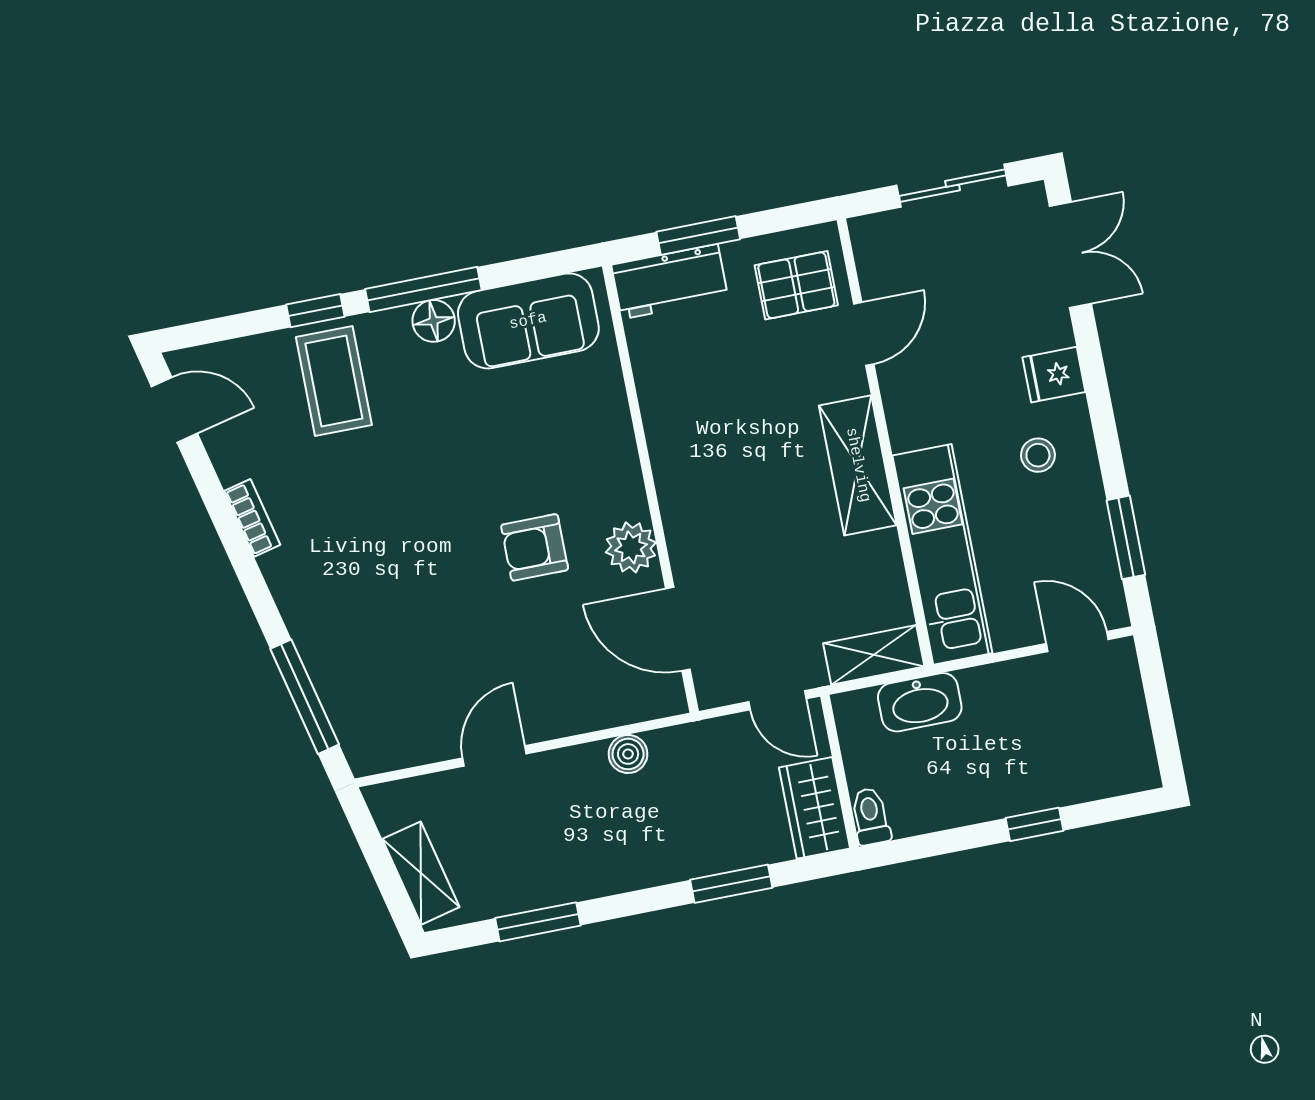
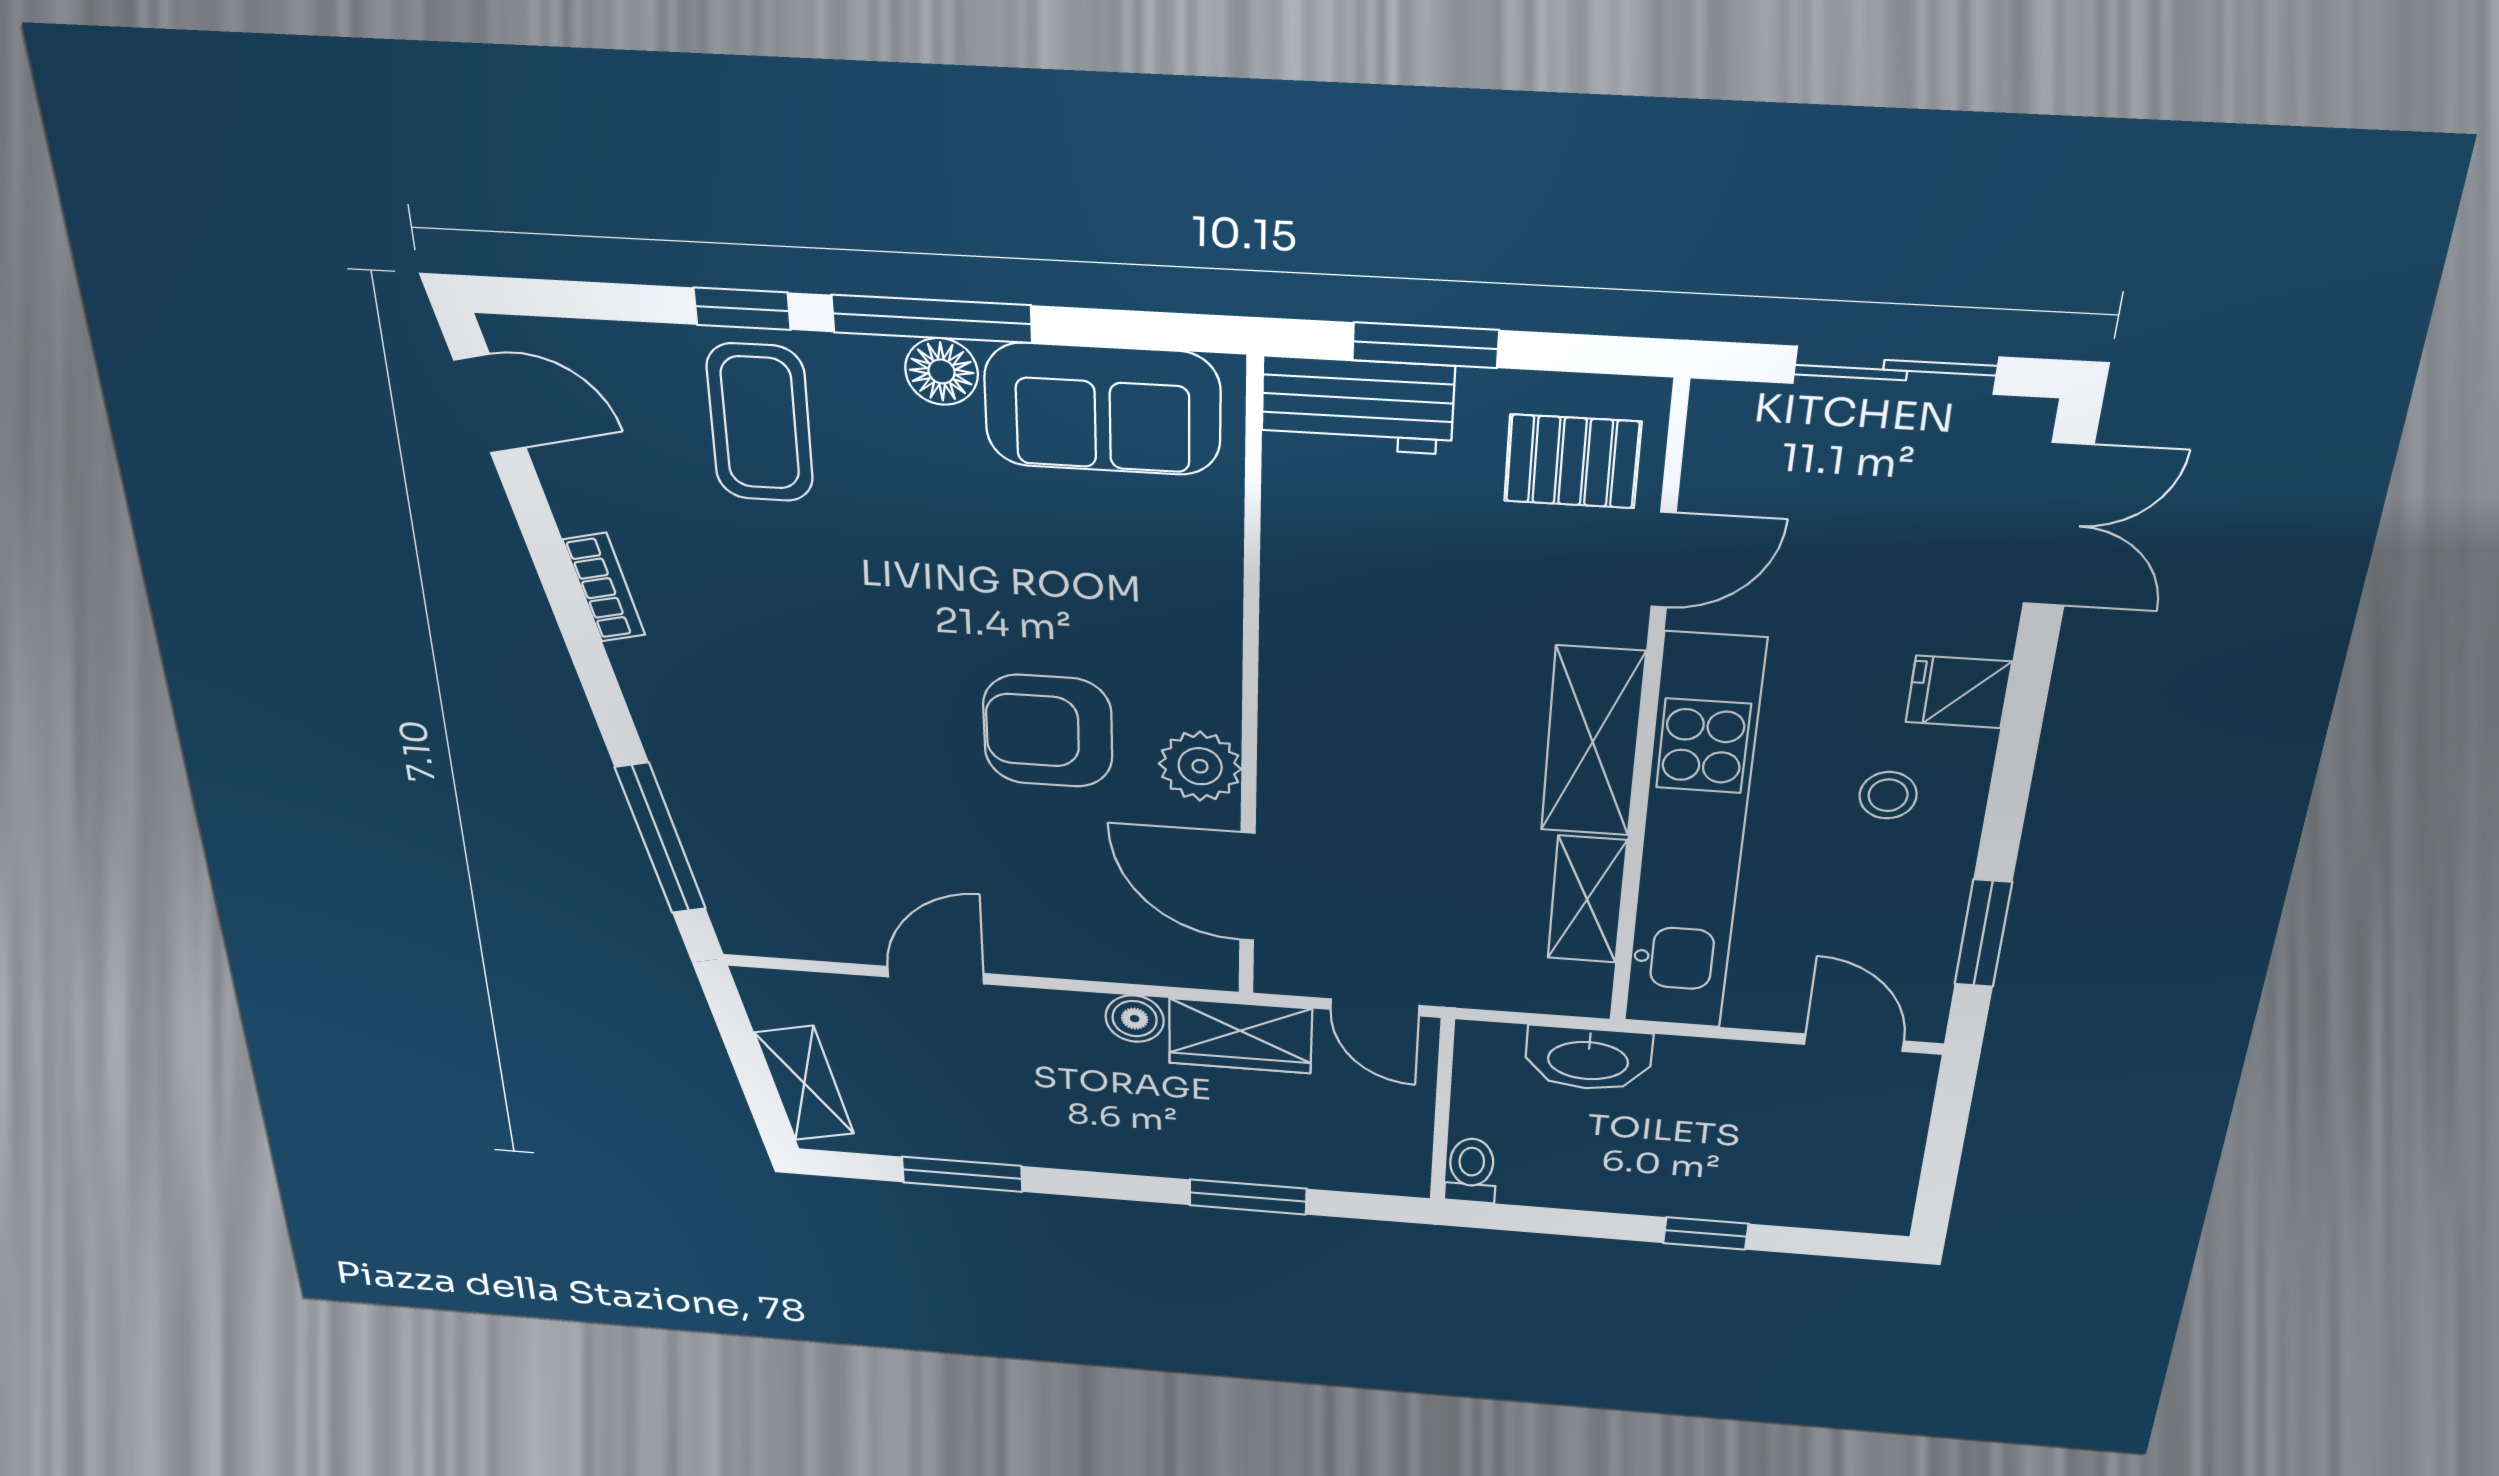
armchair: (535, 547) -> (1048, 731), width x1.38, depth x1.38
kitchen unit: (942, 554) -> (1693, 837), width x1.36
shelving: (874, 655) -> (1587, 900), moved, turned 90
wardrobe: (814, 808) -> (1240, 1036), moved, turned -90

